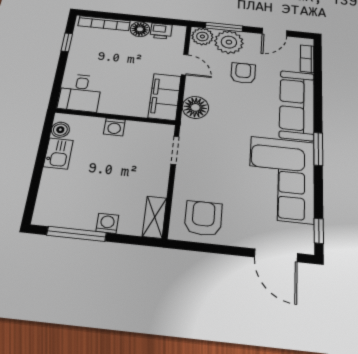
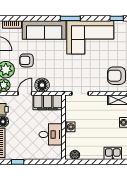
desk: (80, 93) -> (51, 134), moved
floor lamp: (195, 107) -> (42, 85), moved
kitchen sink: (58, 153) -> (113, 153), moved

